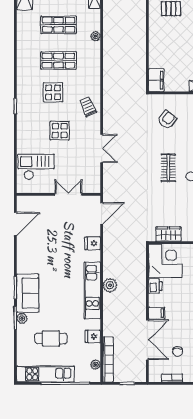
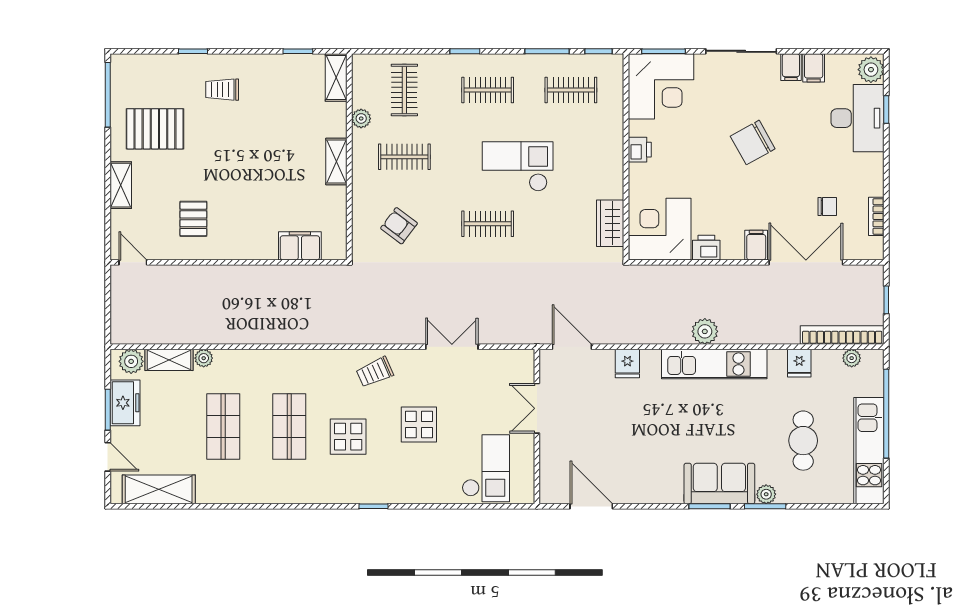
plant: (96, 36) -> (204, 358), moved
filing cabinet: (156, 80) -> (300, 246), moved
checkout: (36, 167) -> (486, 468), turned 180

